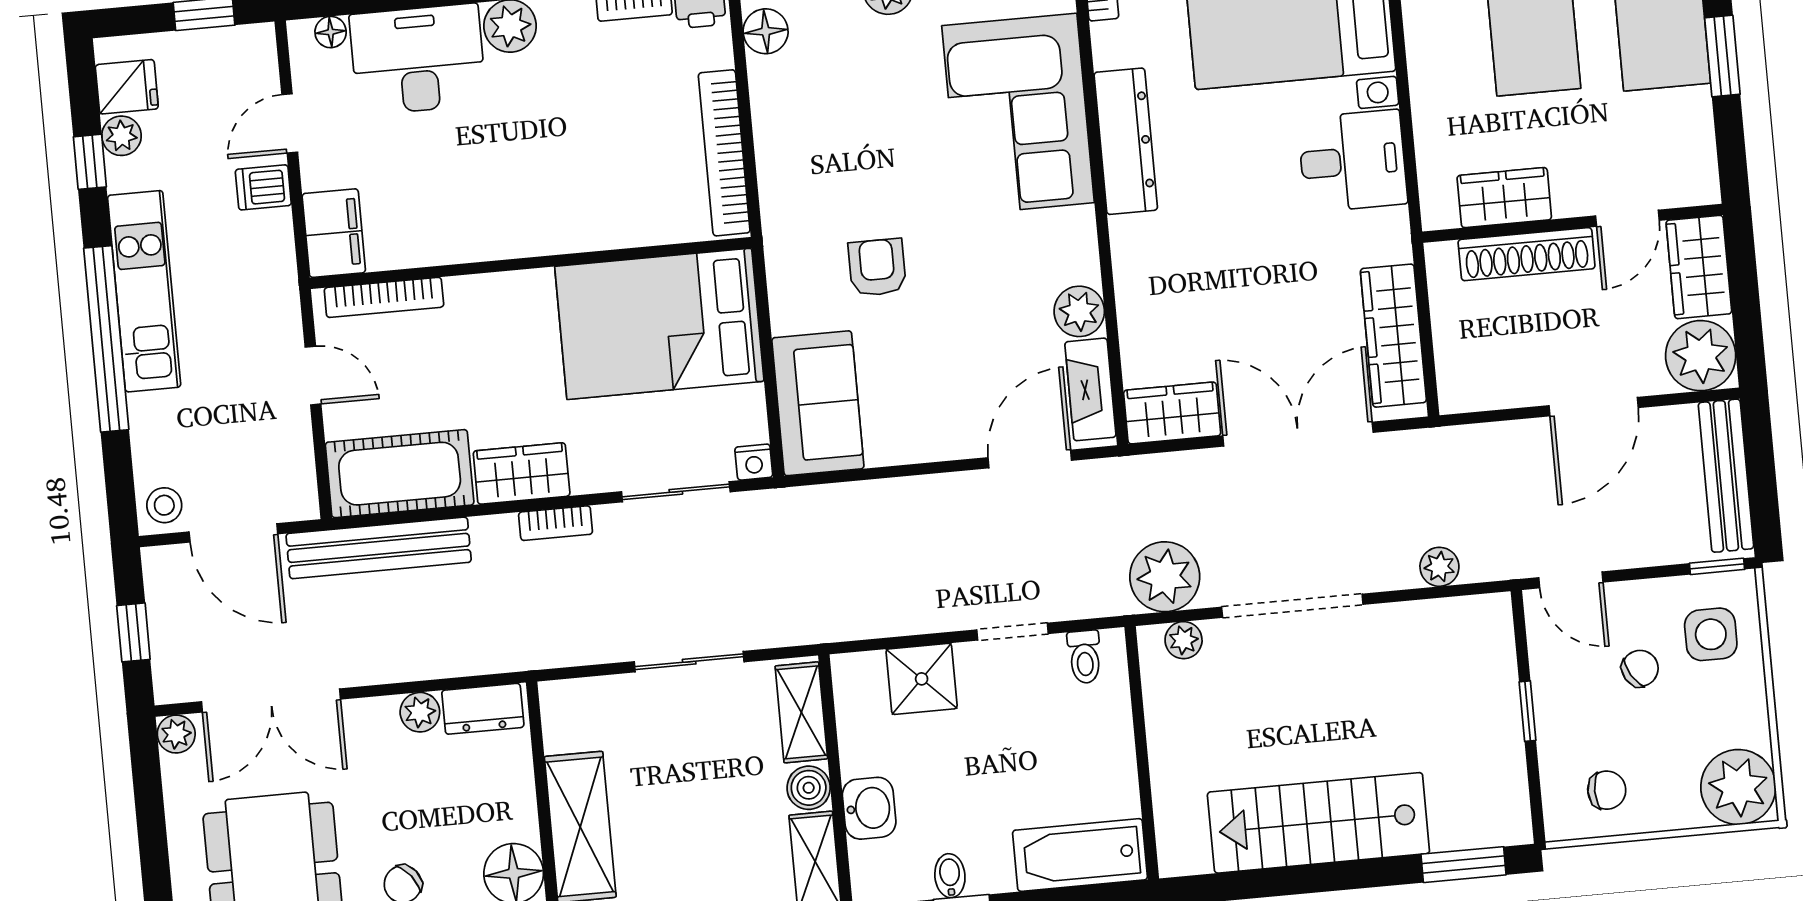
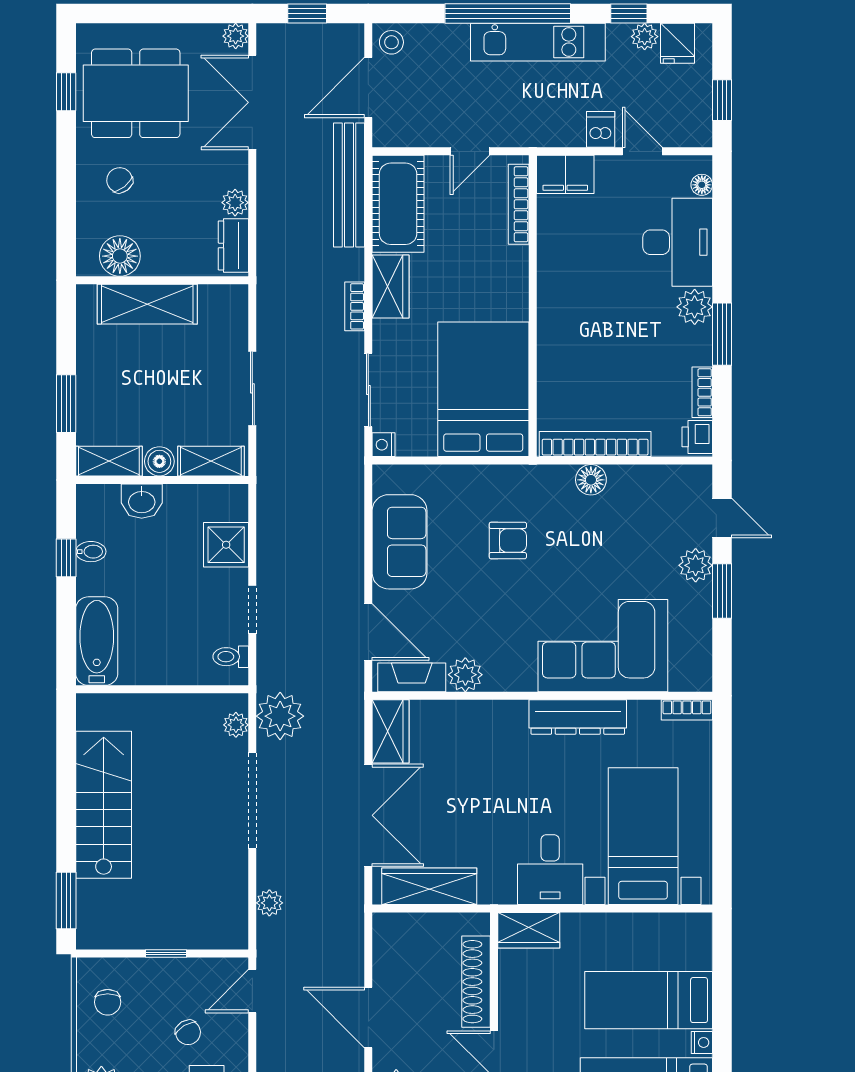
floor lamp: (766, 31) -> (591, 480), moved
wardrobe: (1504, 198) -> (529, 930), moved, turned 90
sofa: (818, 403) -> (400, 542), moved, turned -90

